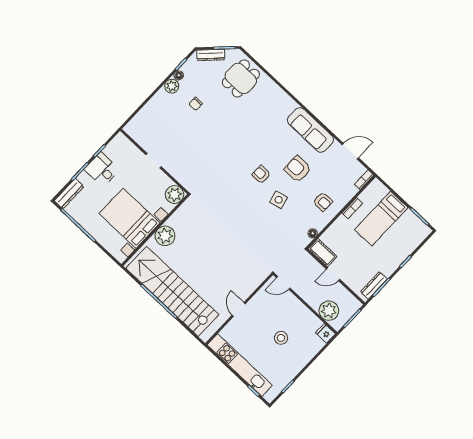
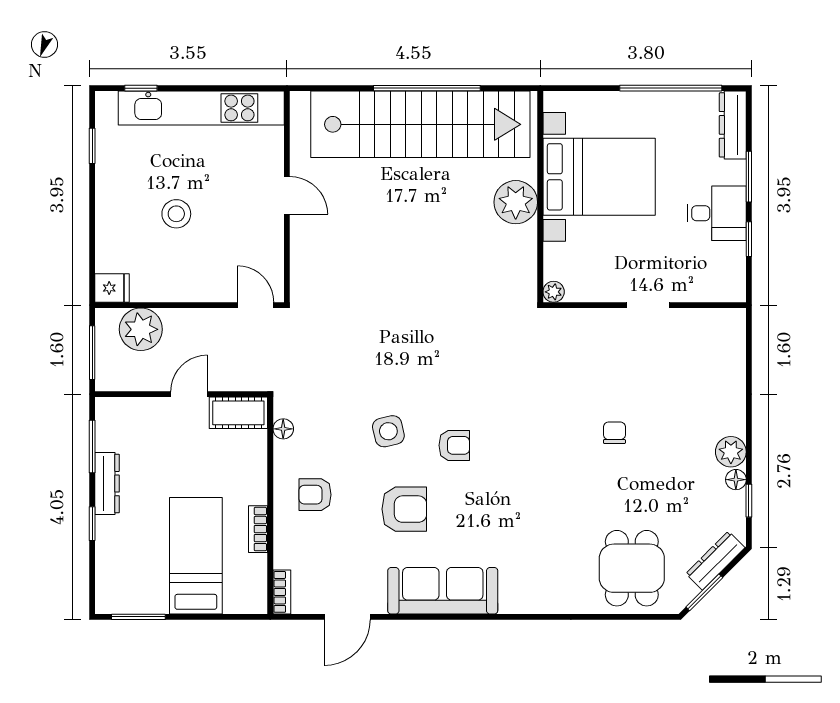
chair: (196, 104) -> (614, 433), moved
plant: (175, 195) -> (554, 292), width x0.53, depth x0.53
door: (283, 283) -> (256, 305), hinge flipped
dresser: (374, 285) -> (107, 484), moved

